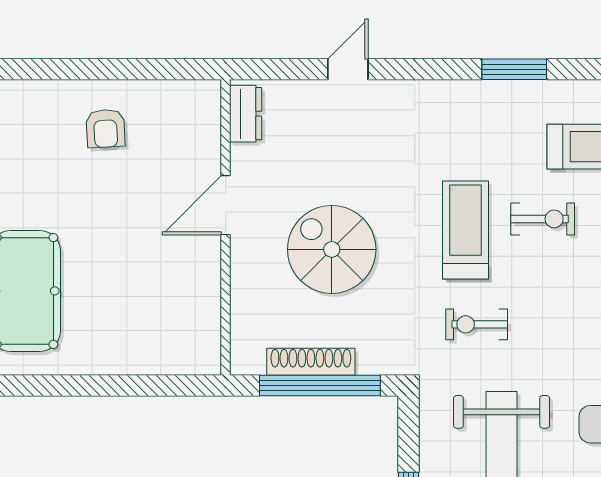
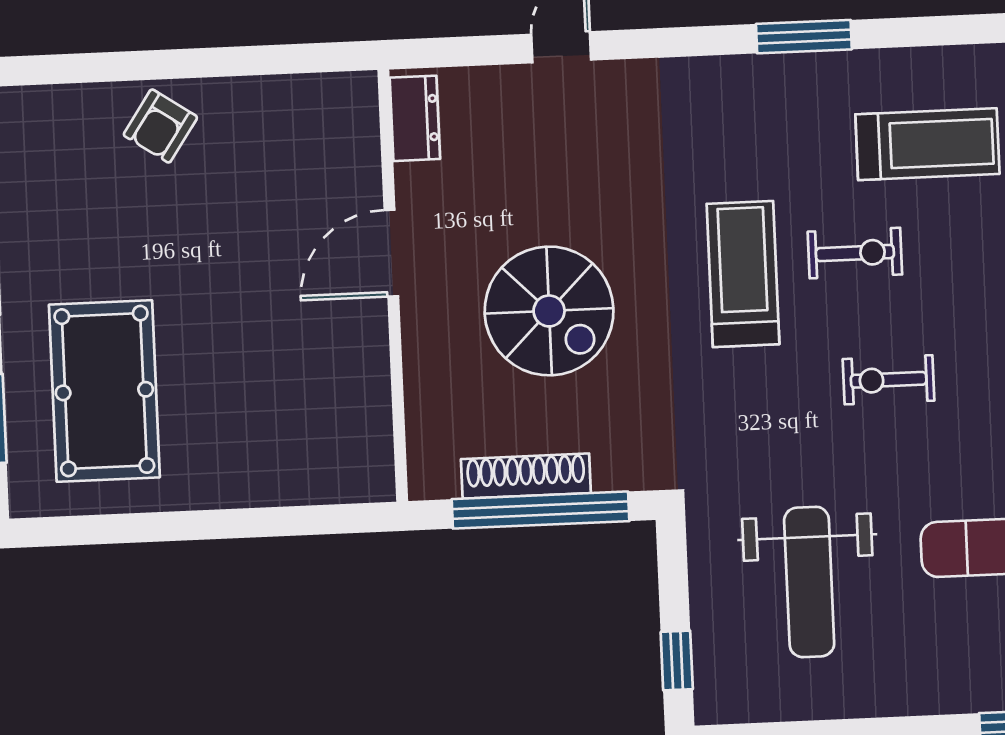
armchair: (105, 128) -> (160, 126), moved, turned 37
spiral stairs: (332, 249) -> (549, 311), turned 180
exercise bike: (477, 324) -> (889, 380), moved

